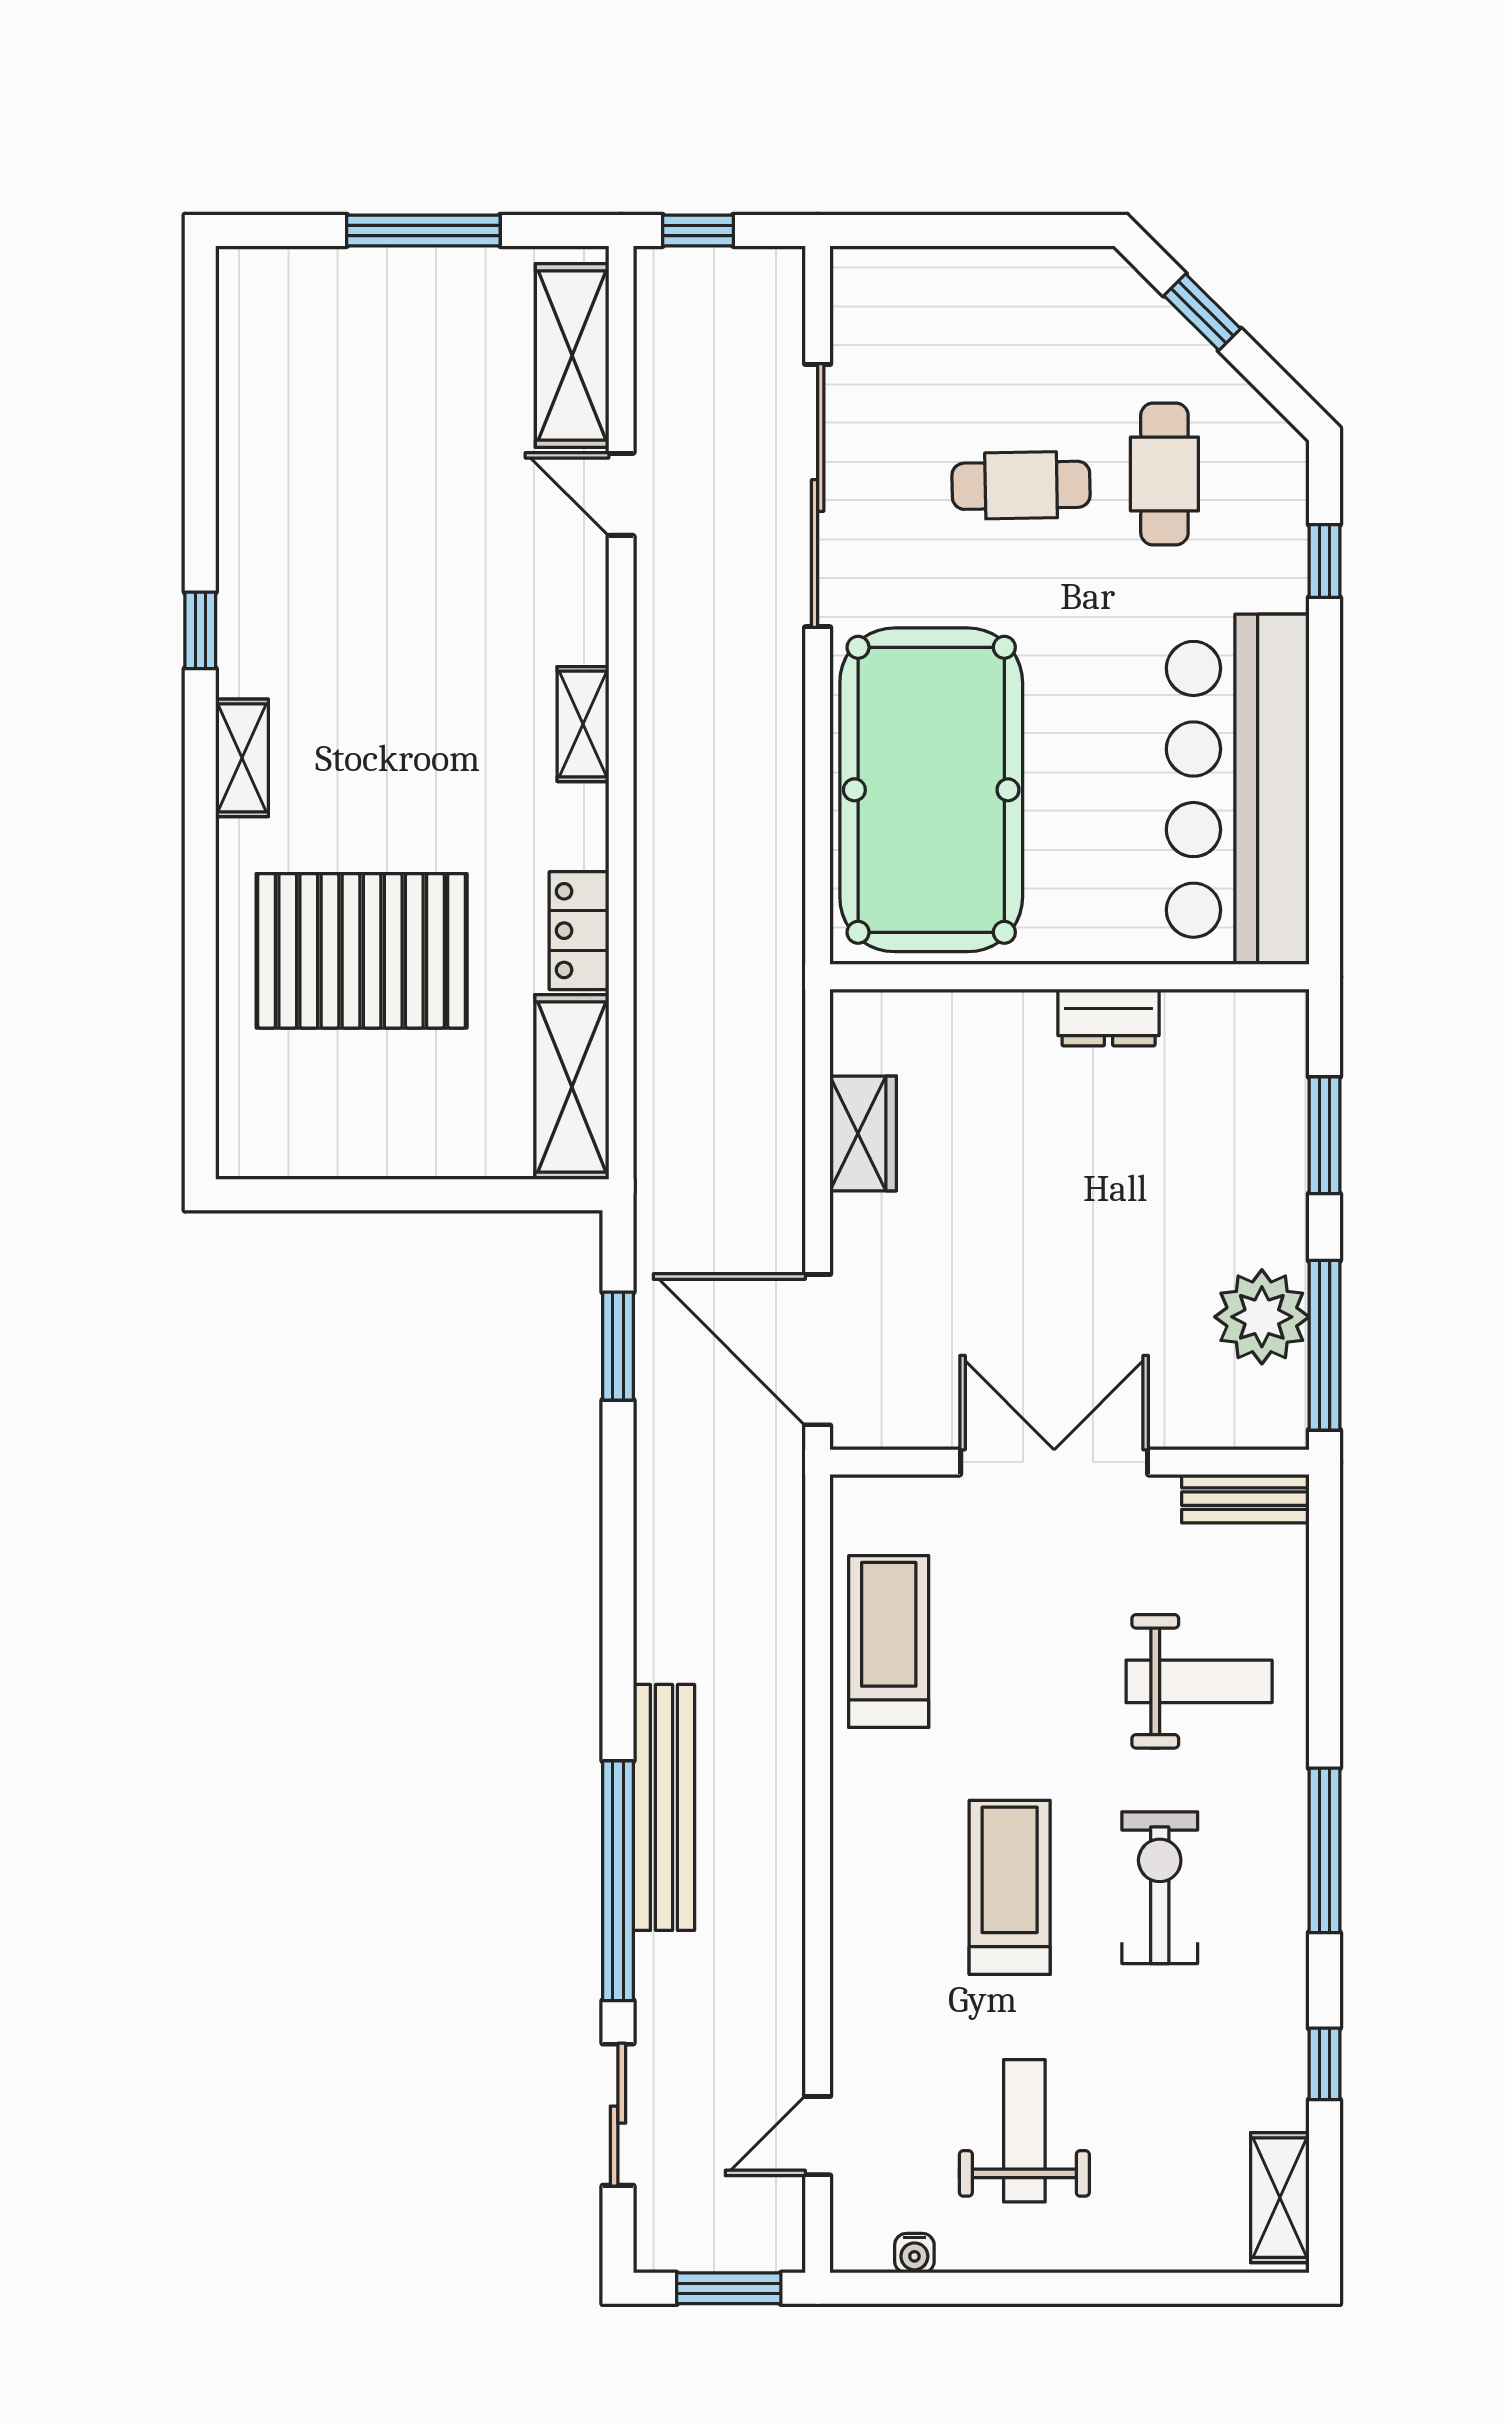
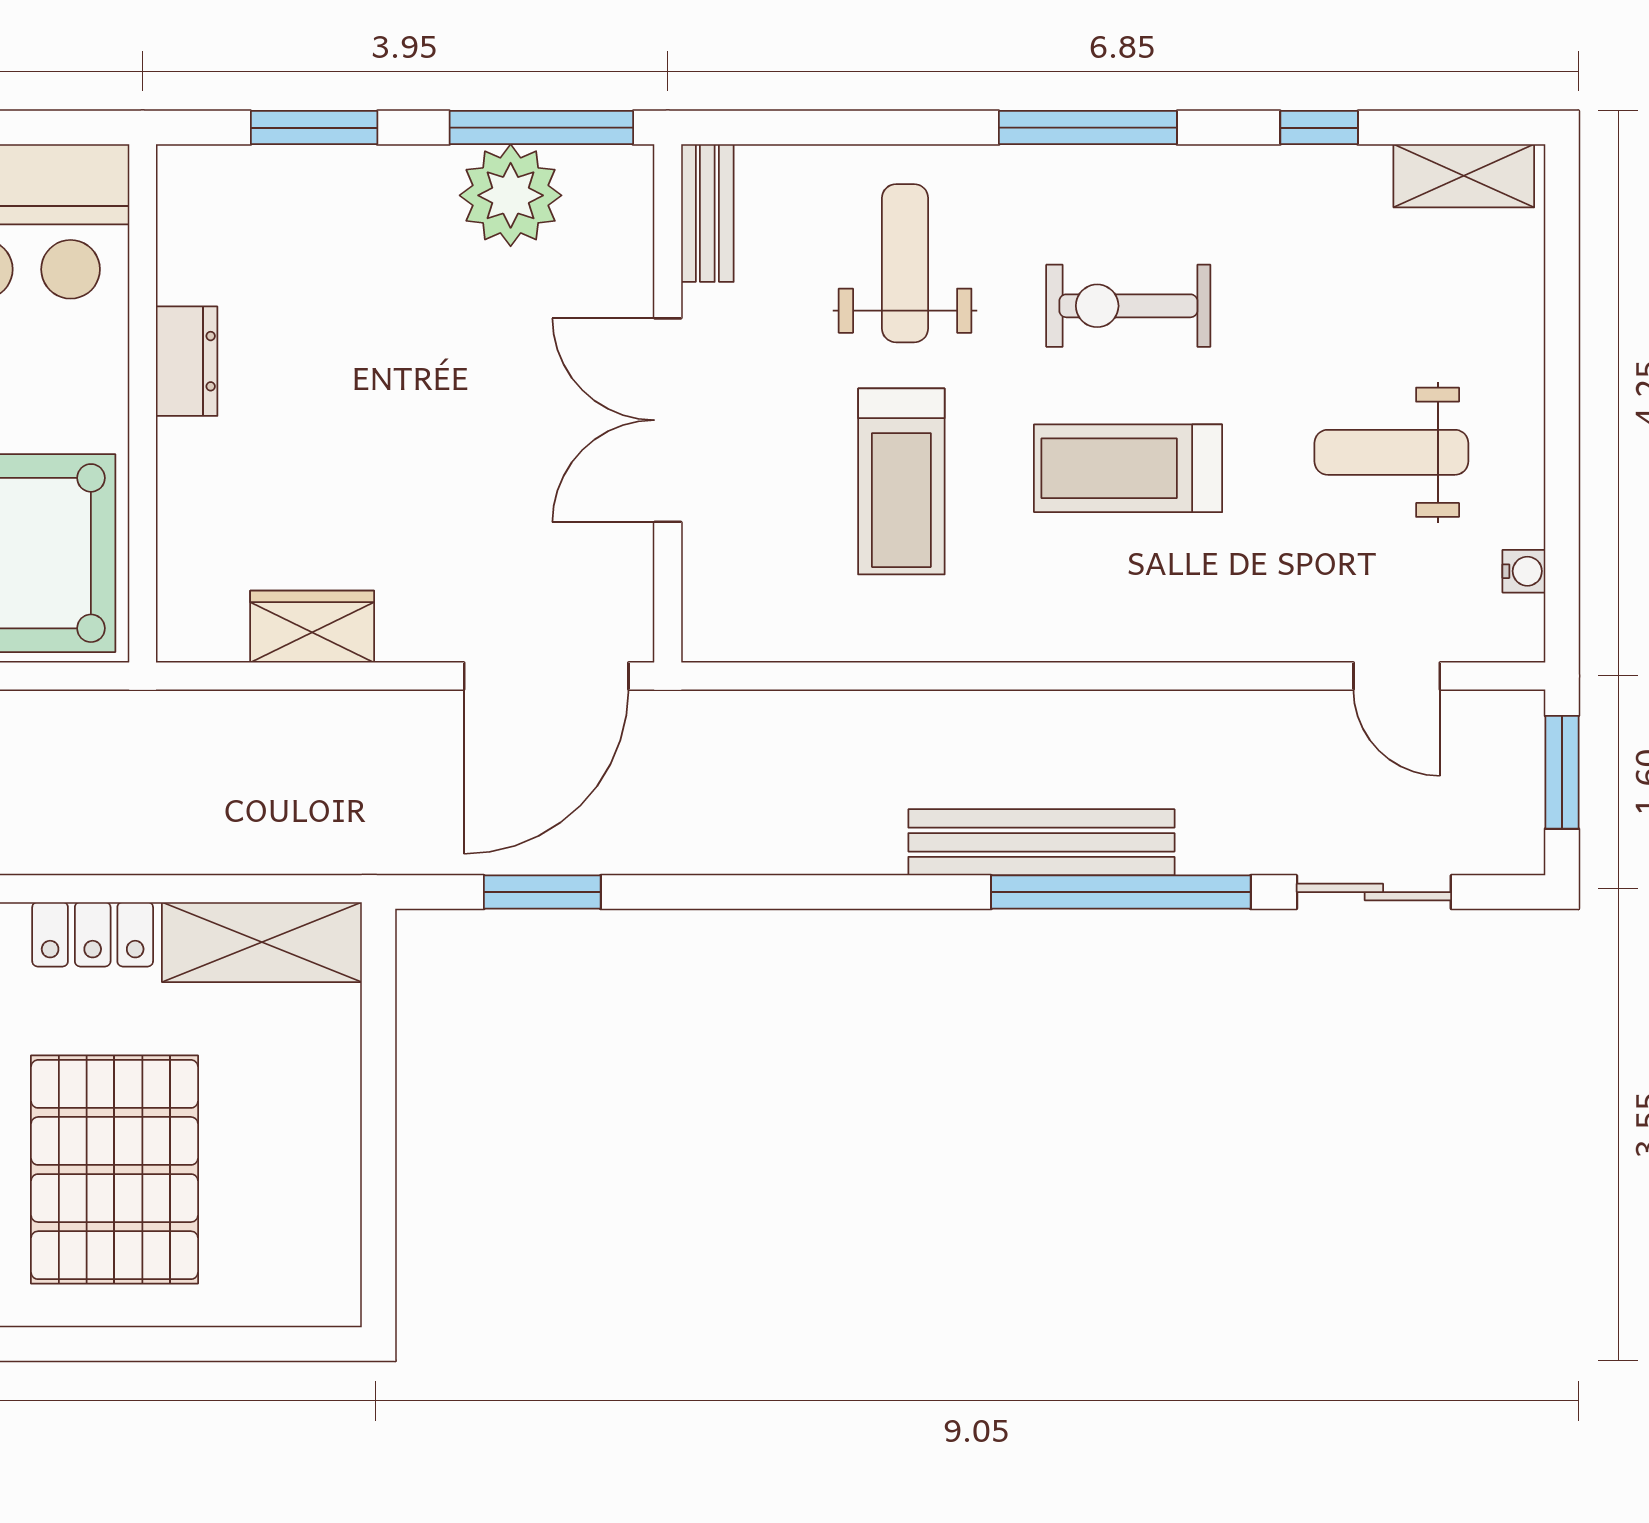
treadmill: (889, 1641) -> (901, 481), moved, turned -90

